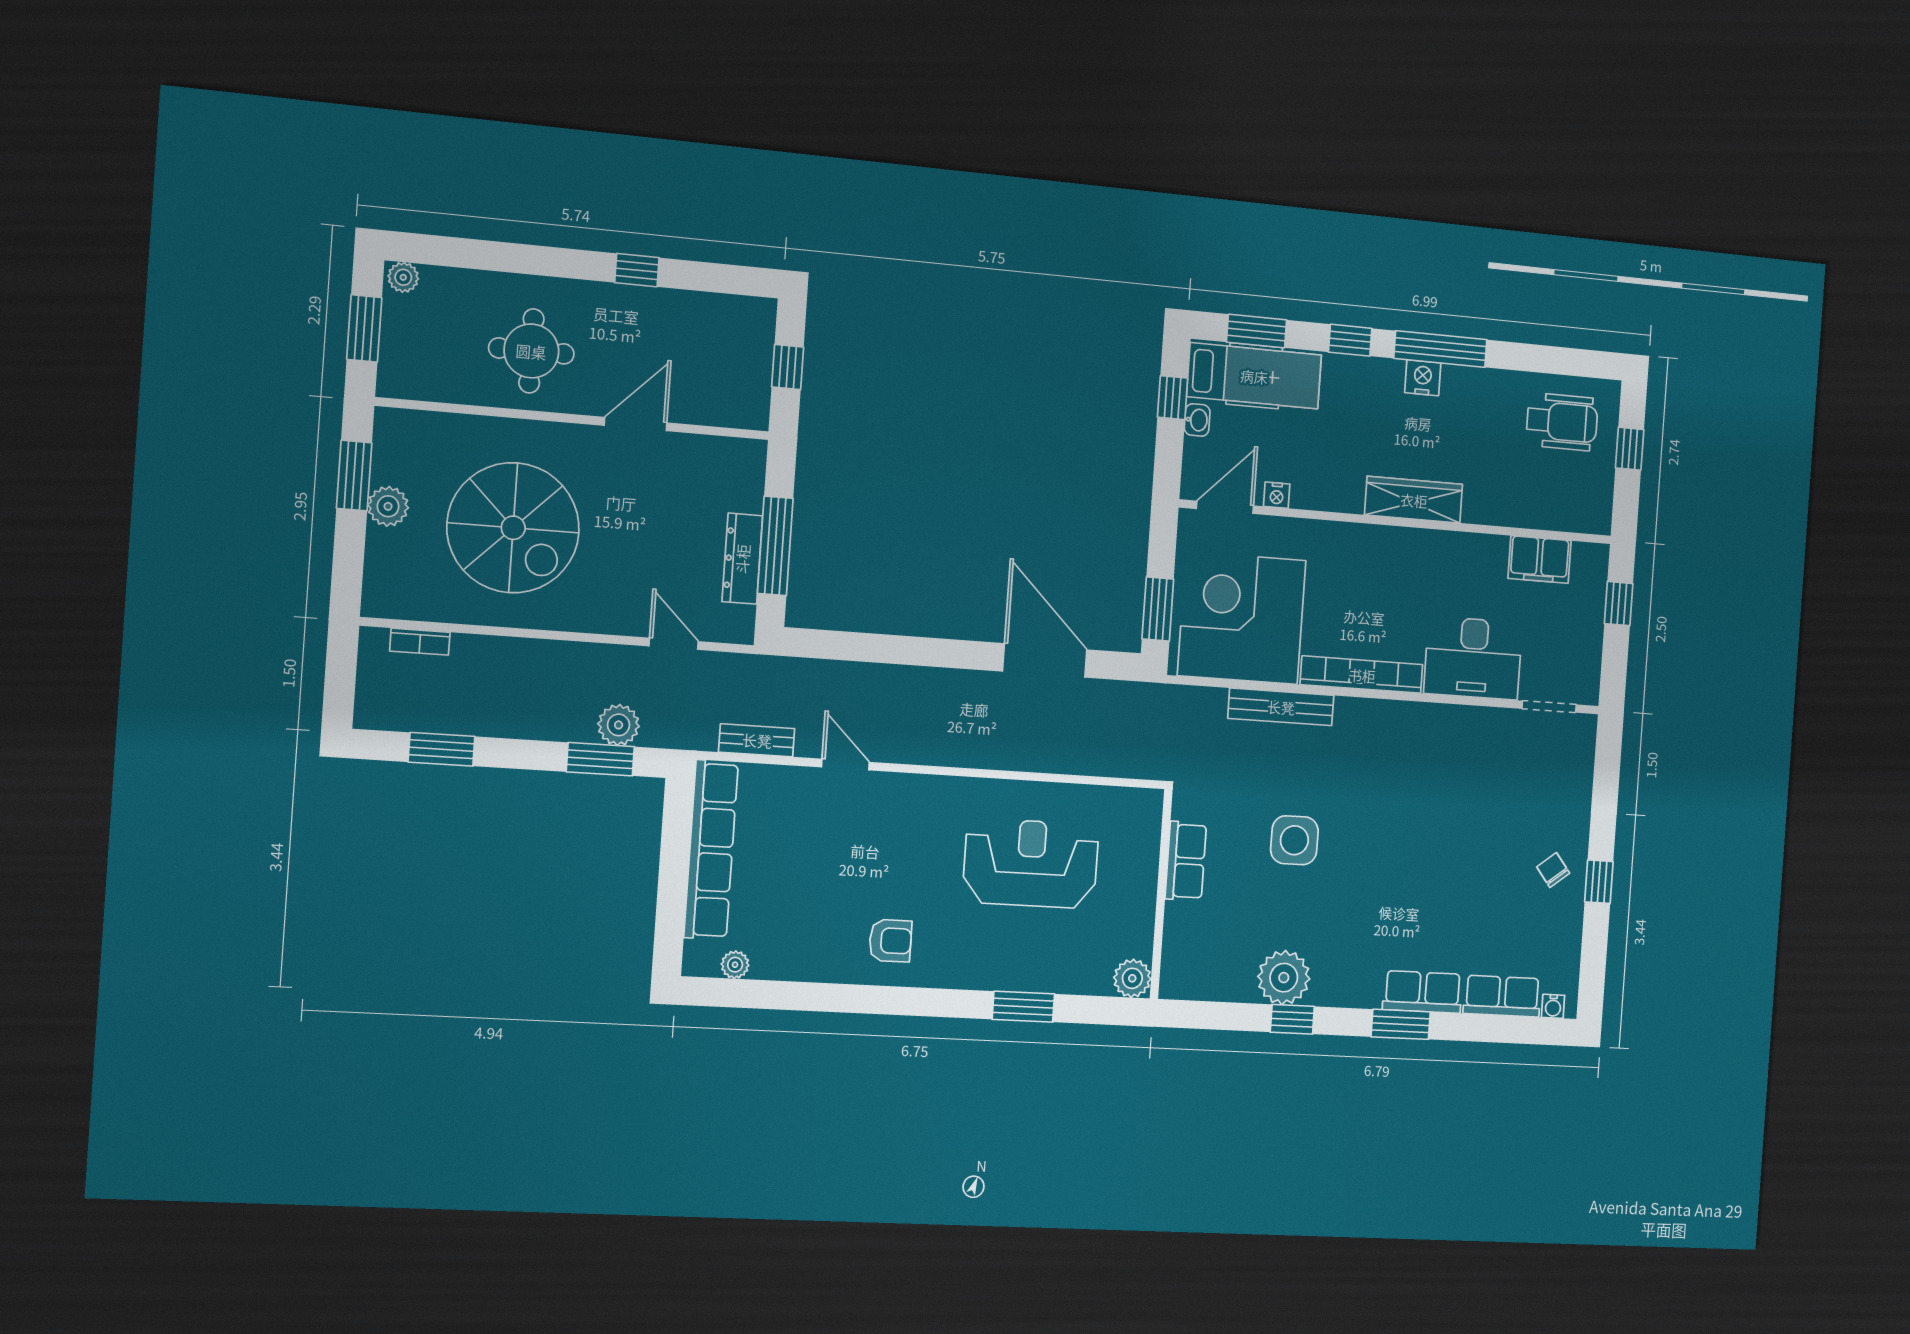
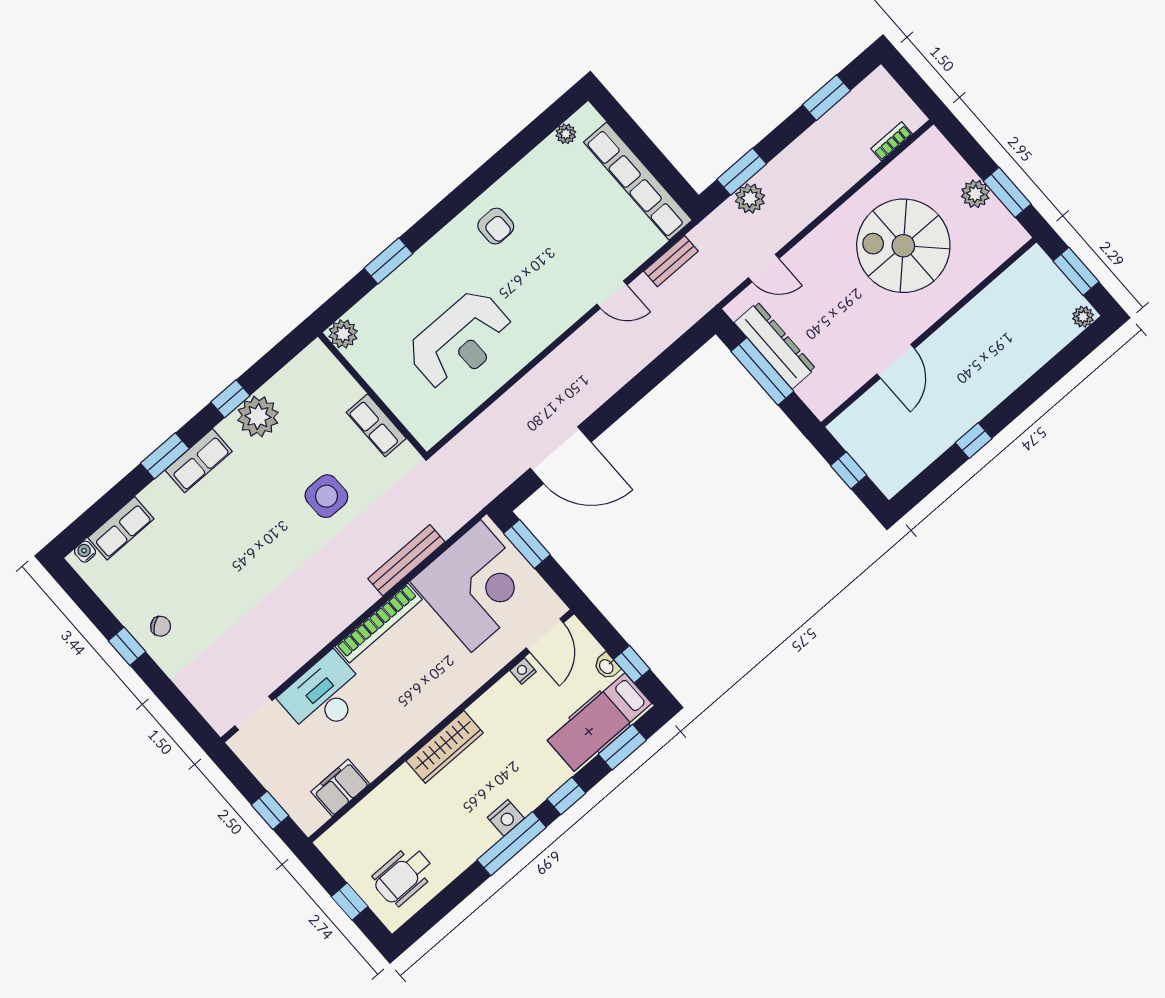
round table: (531, 351) -> (984, 345), removed
dresser: (742, 559) -> (775, 346), width x1.37, depth x1.24
armchair: (890, 941) -> (496, 226), turned -90
row of seats: (1423, 992) -> (199, 461), moved

